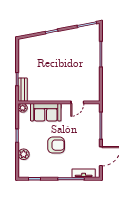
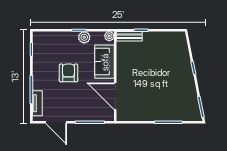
door: (77, 102) -> (115, 96), width x1.88
armchair: (56, 145) -> (68, 73), turned 180
plant: (24, 154) -> (84, 37), moved

